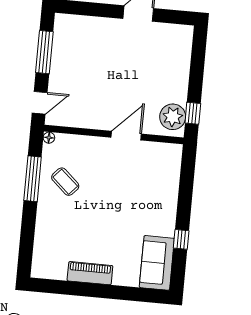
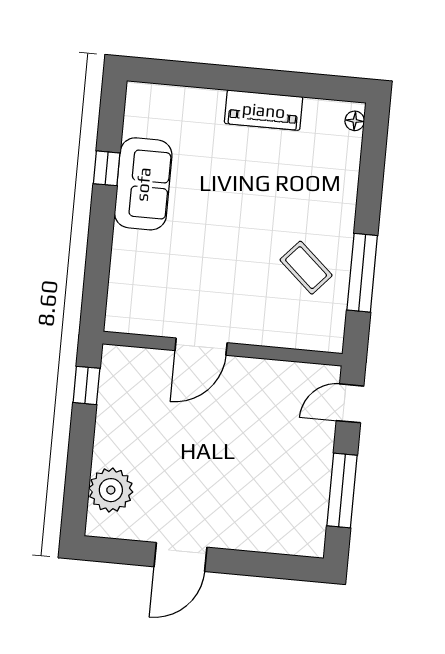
plant: (173, 117) -> (111, 490), moved
floor lamp: (49, 138) -> (355, 121), moved
sofa: (157, 263) -> (143, 184), moved

